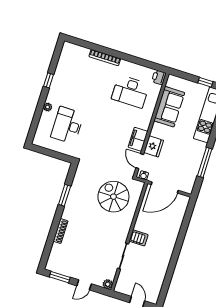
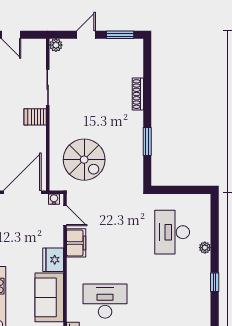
desk: (67, 125) -> (172, 232), turned 180
fridge: (154, 146) -> (53, 260), moved

